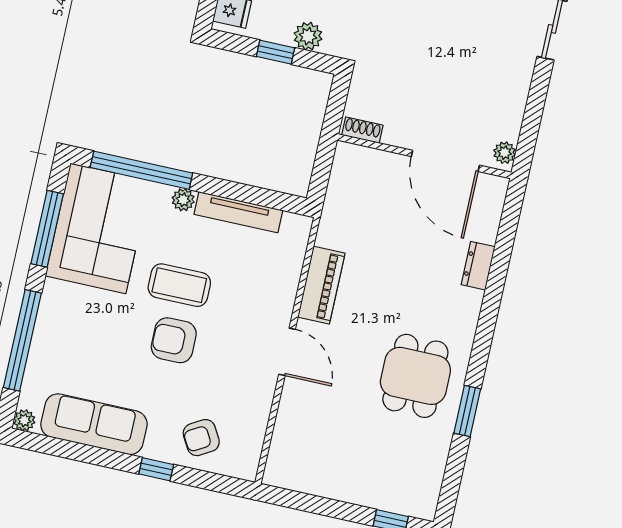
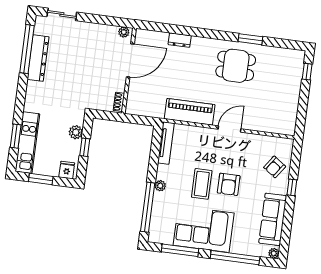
tv unit: (238, 212) -> (166, 143), moved
corner sofa: (98, 228) -> (204, 229), moved
piano: (321, 285) -> (190, 112), width x1.37, depth x1.33
armchair: (201, 438) -> (275, 167), turned 65

